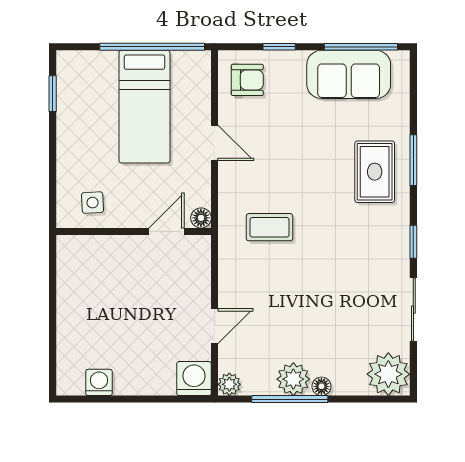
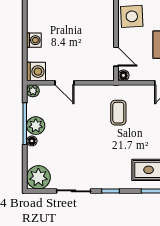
side table: (93, 203) -> (132, 16), width x1.87, depth x1.87
washing machine: (99, 382) -> (34, 40), moved

